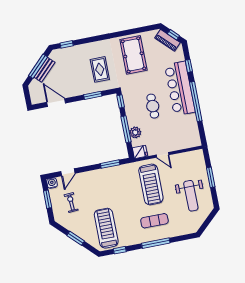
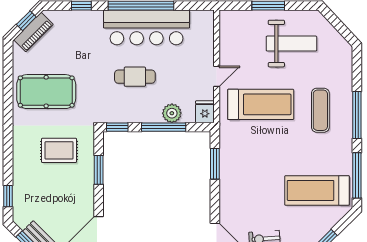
bar counter: (180, 88) -> (147, 27), moved
window: (120, 250) -> (357, 175), width x2.17

